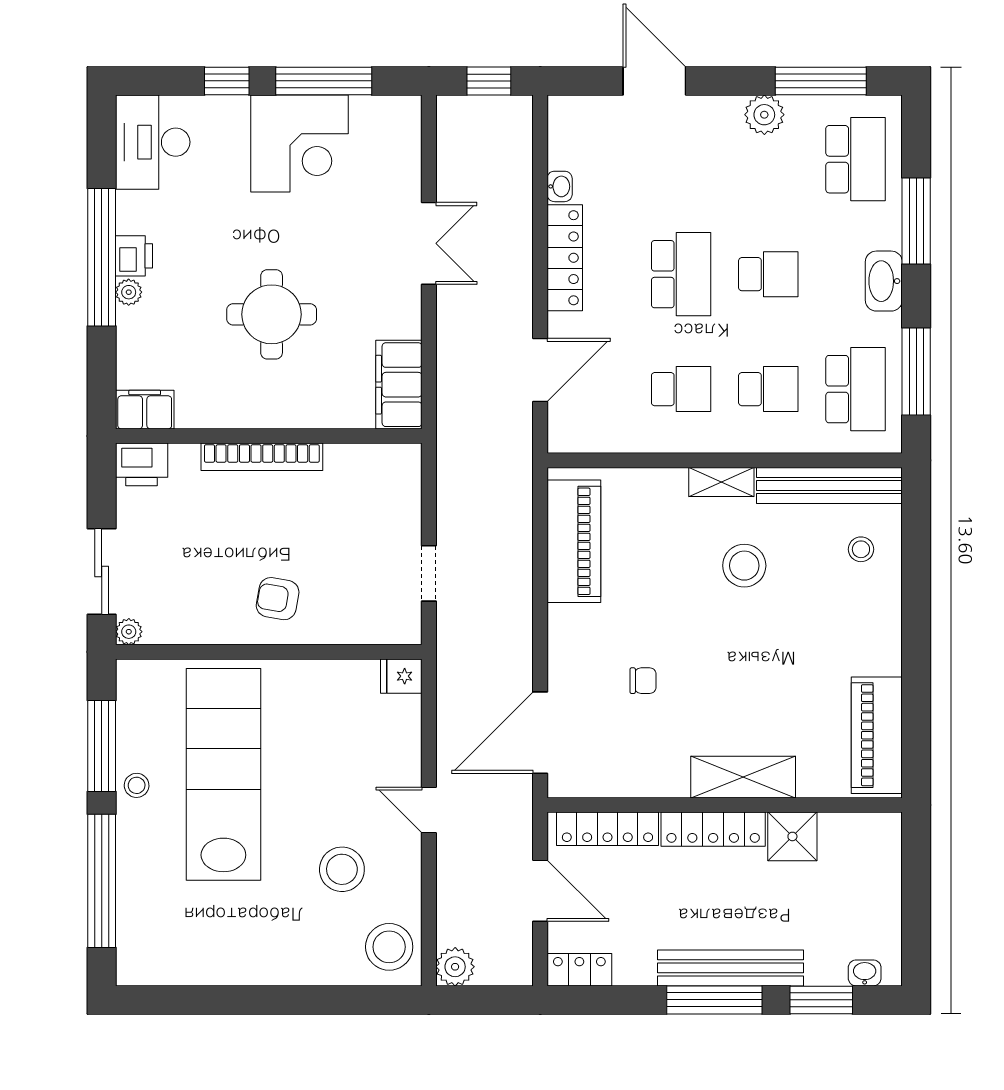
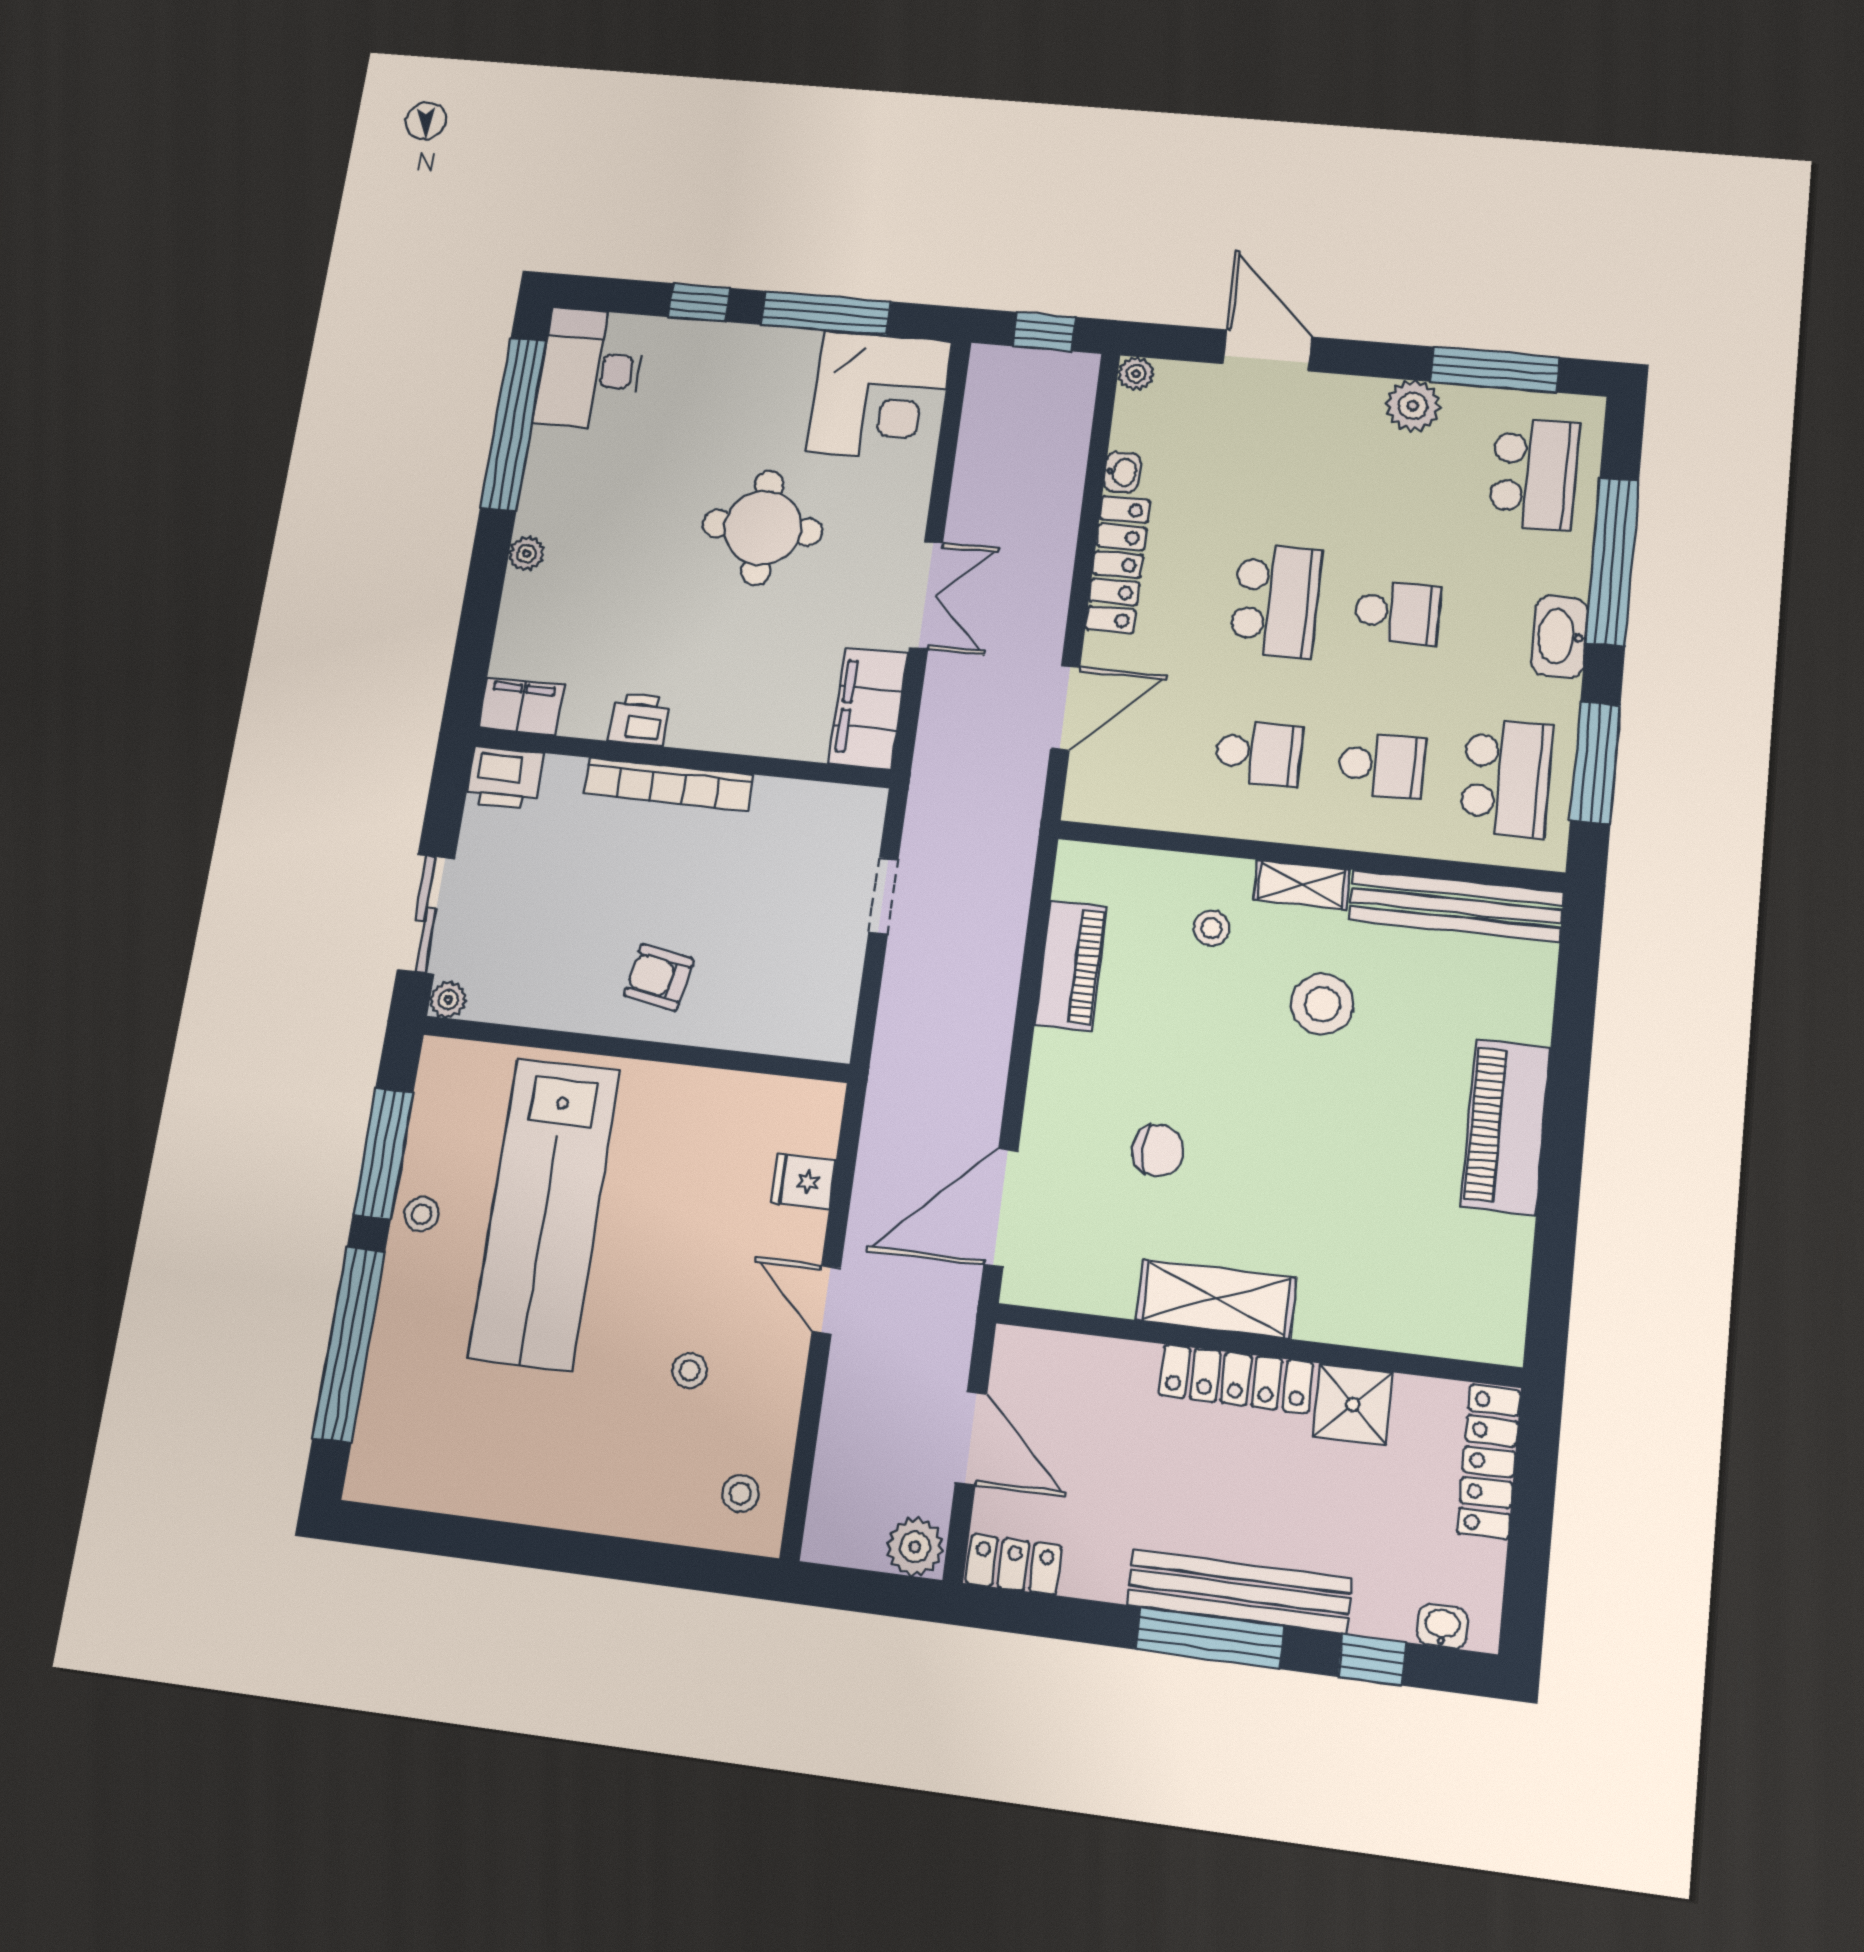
plant: (560, 108) -> (1136, 374), added
corner desk: (299, 144) -> (879, 396), moved
window: (916, 221) -> (1612, 562), width x1.46
double door: (429, 243) -> (926, 595), moved
printer: (134, 256) -> (639, 720), moved, turned -90
window: (102, 257) -> (514, 424), moved
round table: (272, 314) -> (763, 528), moved
piano: (574, 541) -> (1071, 966), width x0.73, depth x0.75
stool: (861, 549) -> (1211, 928), moved
doorway: (429, 573) -> (883, 896), moved
fridge: (401, 676) -> (803, 1181), moved
chair: (643, 681) -> (1158, 1150), width x1.37, depth x1.37
piano: (877, 735) -> (1506, 1127), moved
lab bench: (223, 774) -> (545, 1213), turned 180
shelving: (743, 777) -> (1216, 1299), moved
locker: (607, 829) -> (1489, 1462), moved, turned 90
stool: (342, 869) -> (690, 1370), width x0.53, depth x0.53
stool: (389, 947) -> (740, 1493), width x0.53, depth x0.53
plant: (455, 967) -> (915, 1547), moved
window: (821, 1000) -> (1372, 1660), width x0.67

